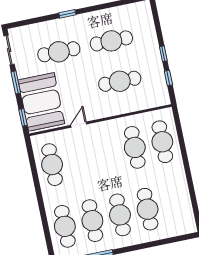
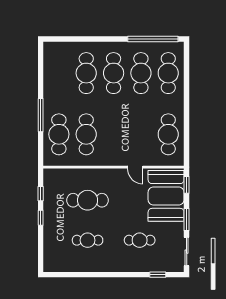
window: (67, 14) -> (158, 275), moved
cafe table: (111, 41) -> (88, 240), width x0.73, depth x0.74
cafe table: (59, 52) -> (140, 240), width x0.73, depth x0.74
door: (79, 125) -> (135, 167), hinge flipped
window: (185, 157) -> (41, 115), added

